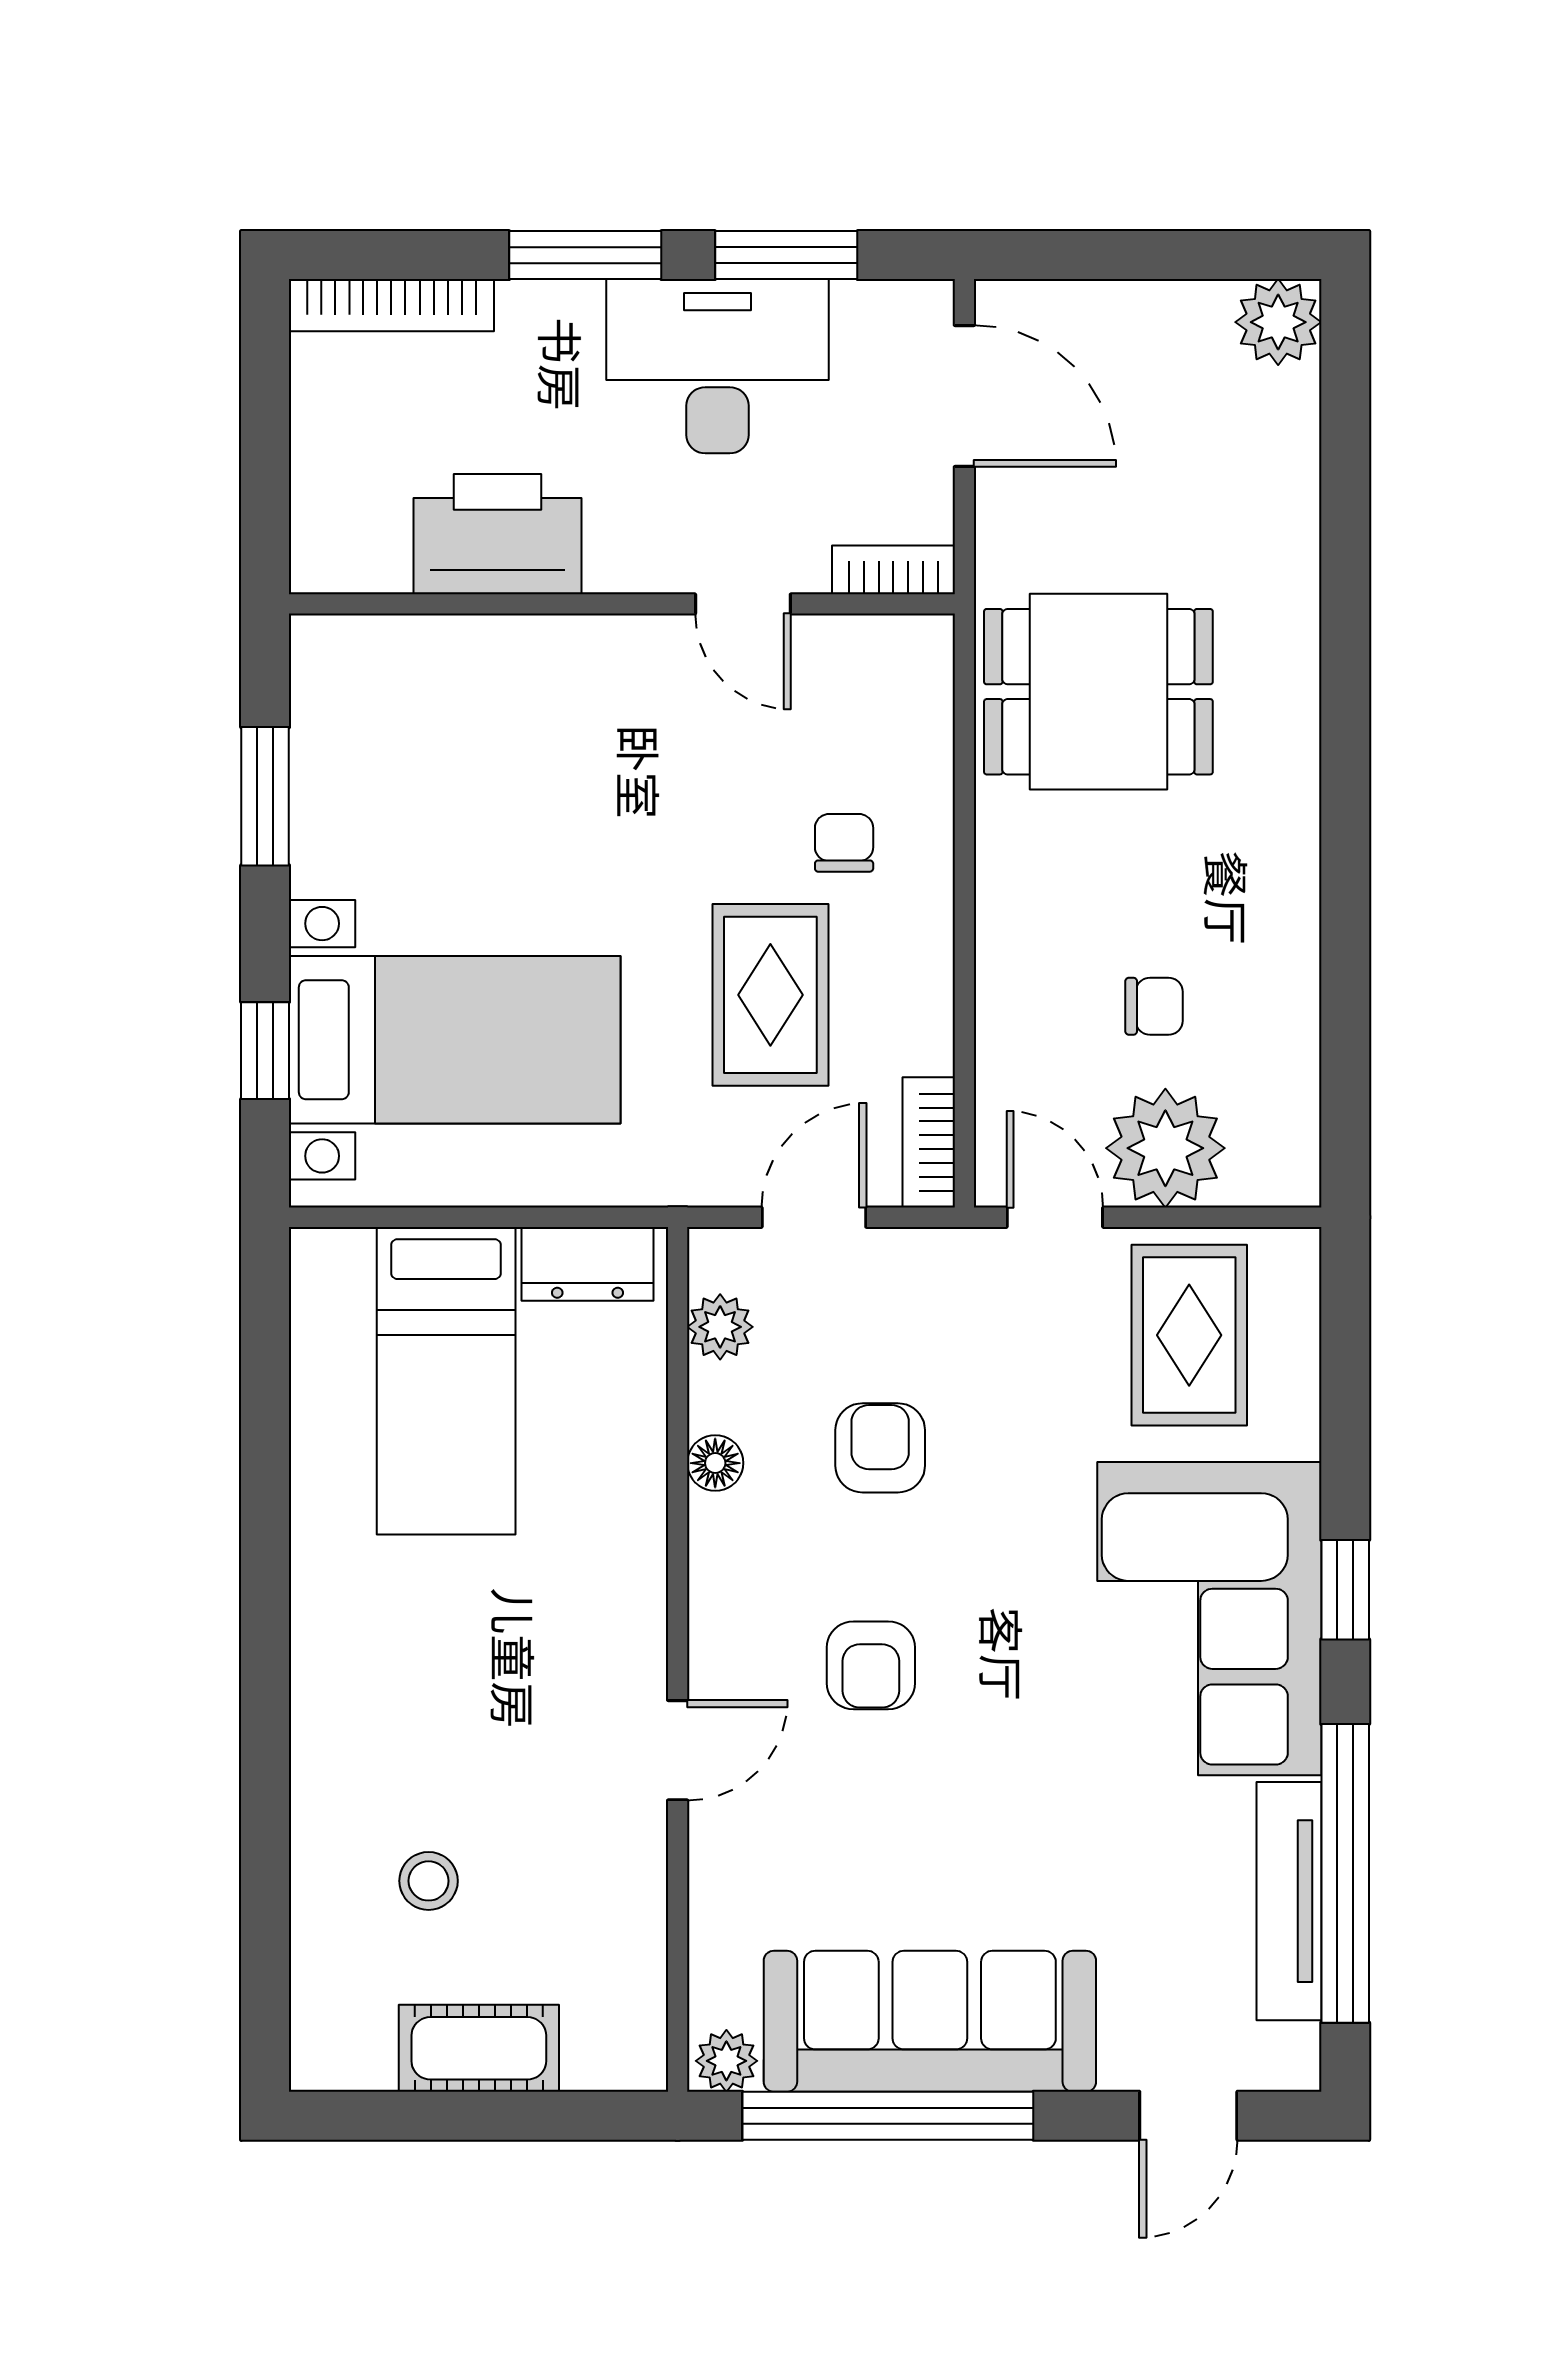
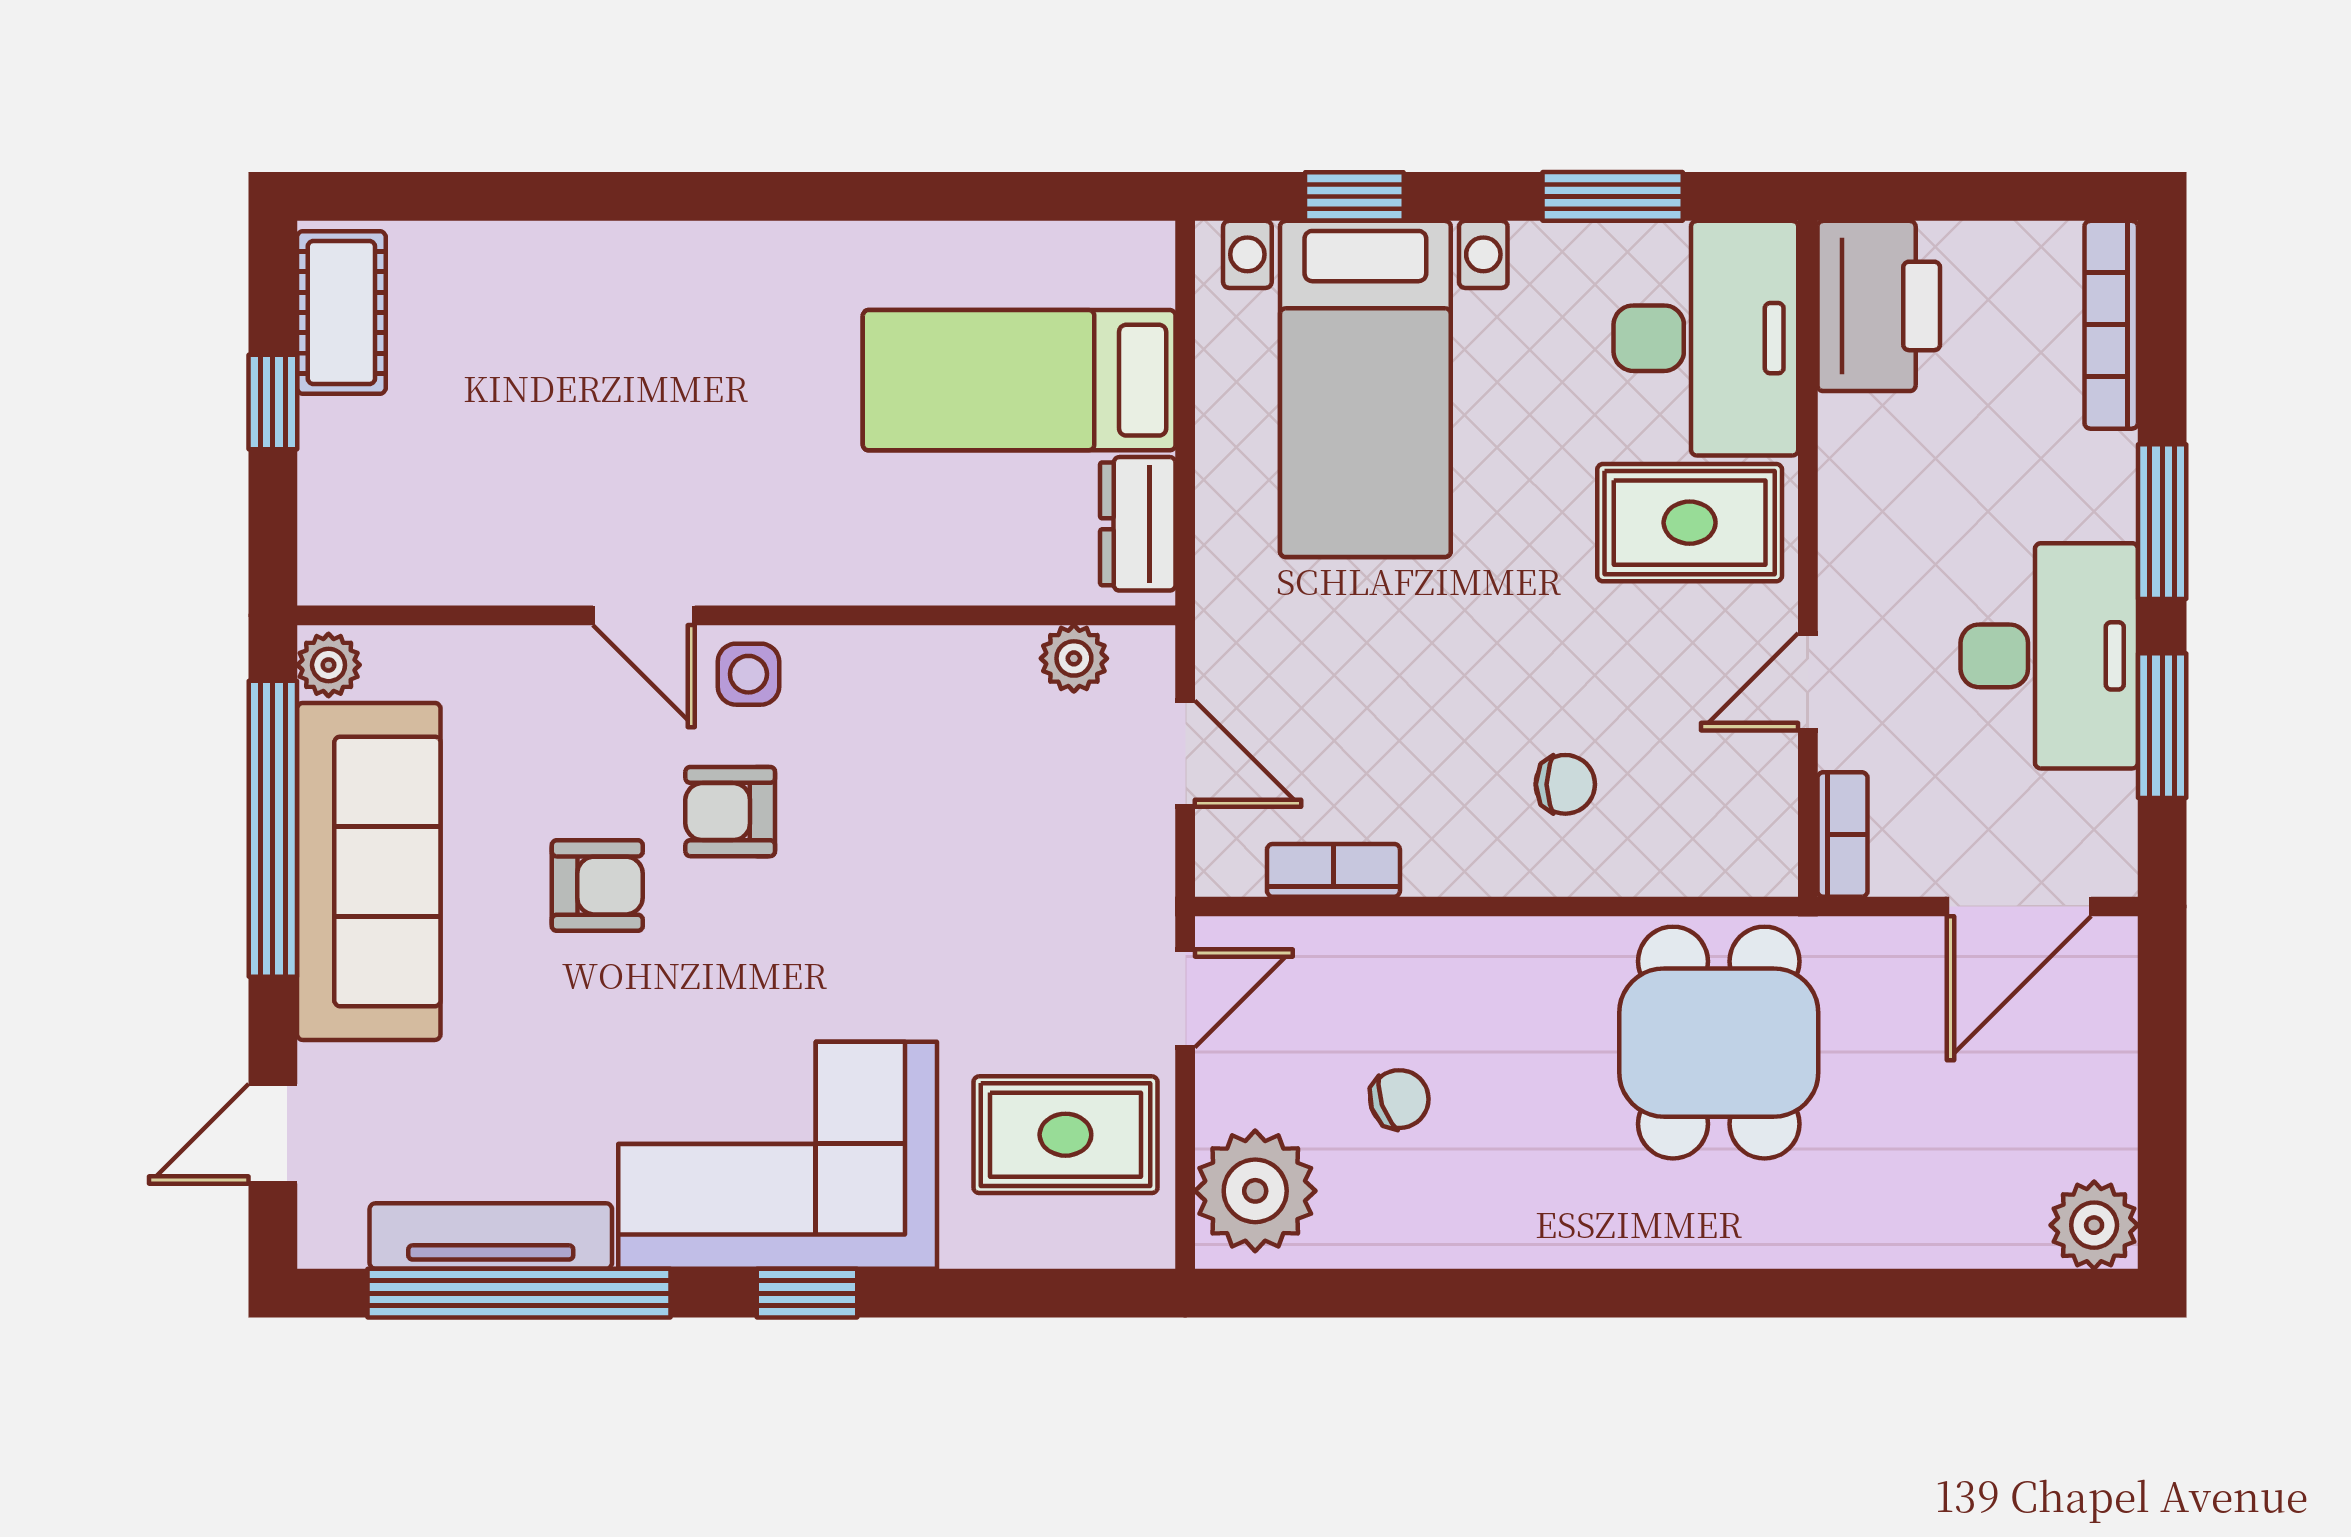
printer: (498, 534) -> (1879, 306), moved
desk: (405, 704) -> (1706, 338), added
rug: (770, 995) -> (1690, 523), moved
chair: (1154, 1006) -> (1399, 1099), turned -109
bookcase: (929, 1142) -> (1333, 870), moved
plant: (1165, 1148) -> (1255, 1191), moved
armchair: (880, 1448) -> (597, 886), moved
floor lamp: (715, 1463) -> (936, 653), removed
side table: (736, 1647) -> (748, 674), added
stool: (429, 1881) -> (511, 362), removed
cot: (479, 2048) -> (341, 312), moved
window: (468, 2116) -> (273, 402), added
door: (1188, 2116) -> (273, 1134), hinge flipped

